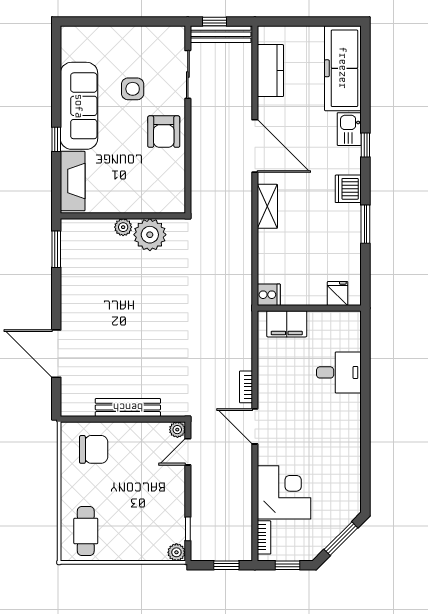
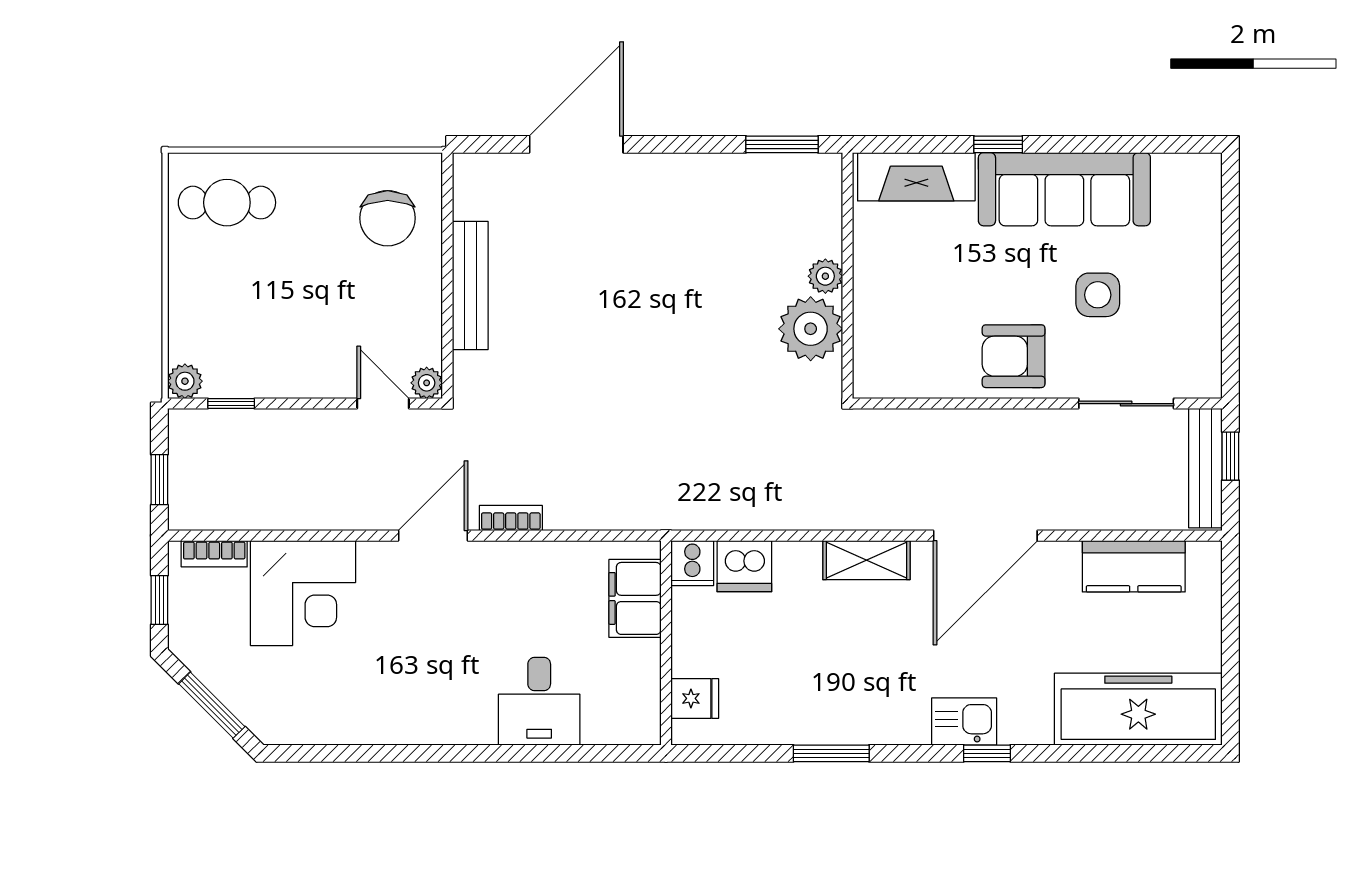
kitchen sink: (349, 129) -> (964, 722), moved
dishwasher: (348, 189) -> (744, 566), moved, turned 180

